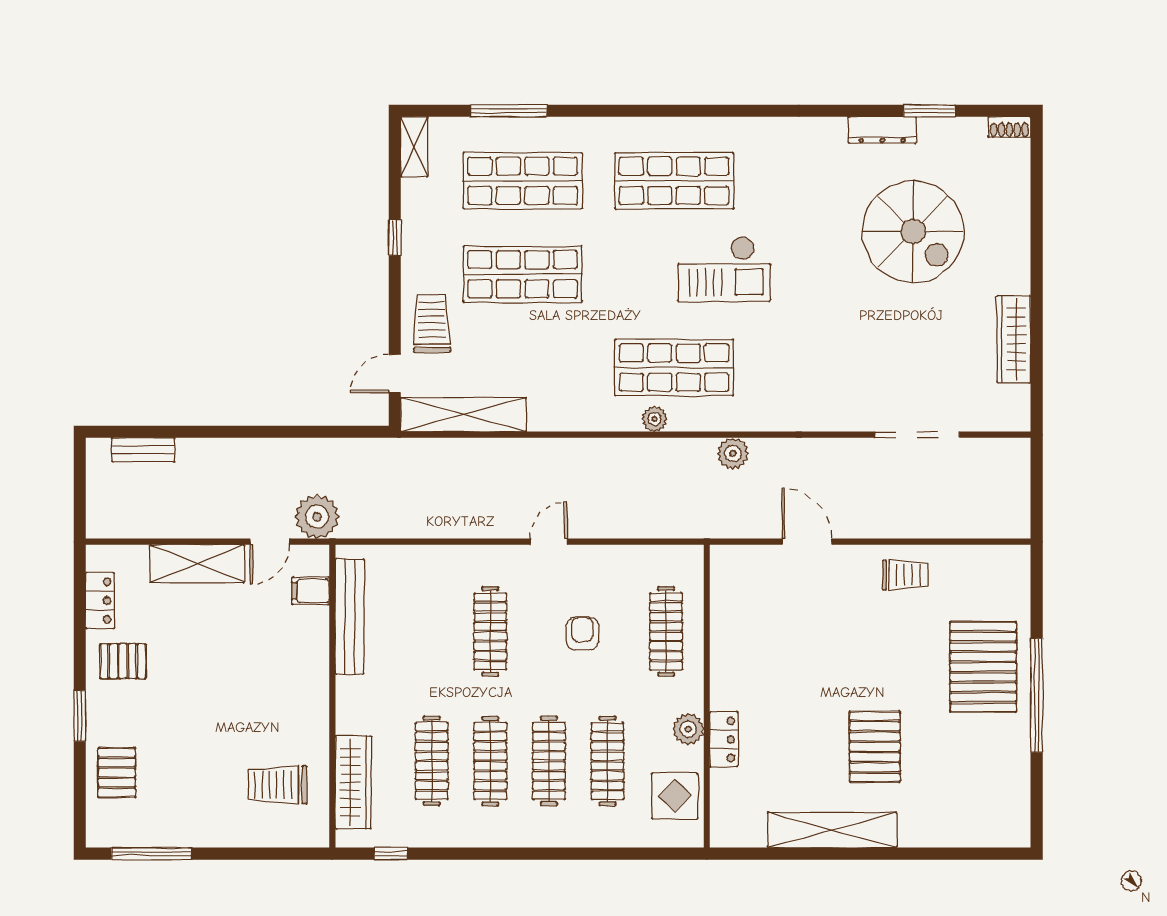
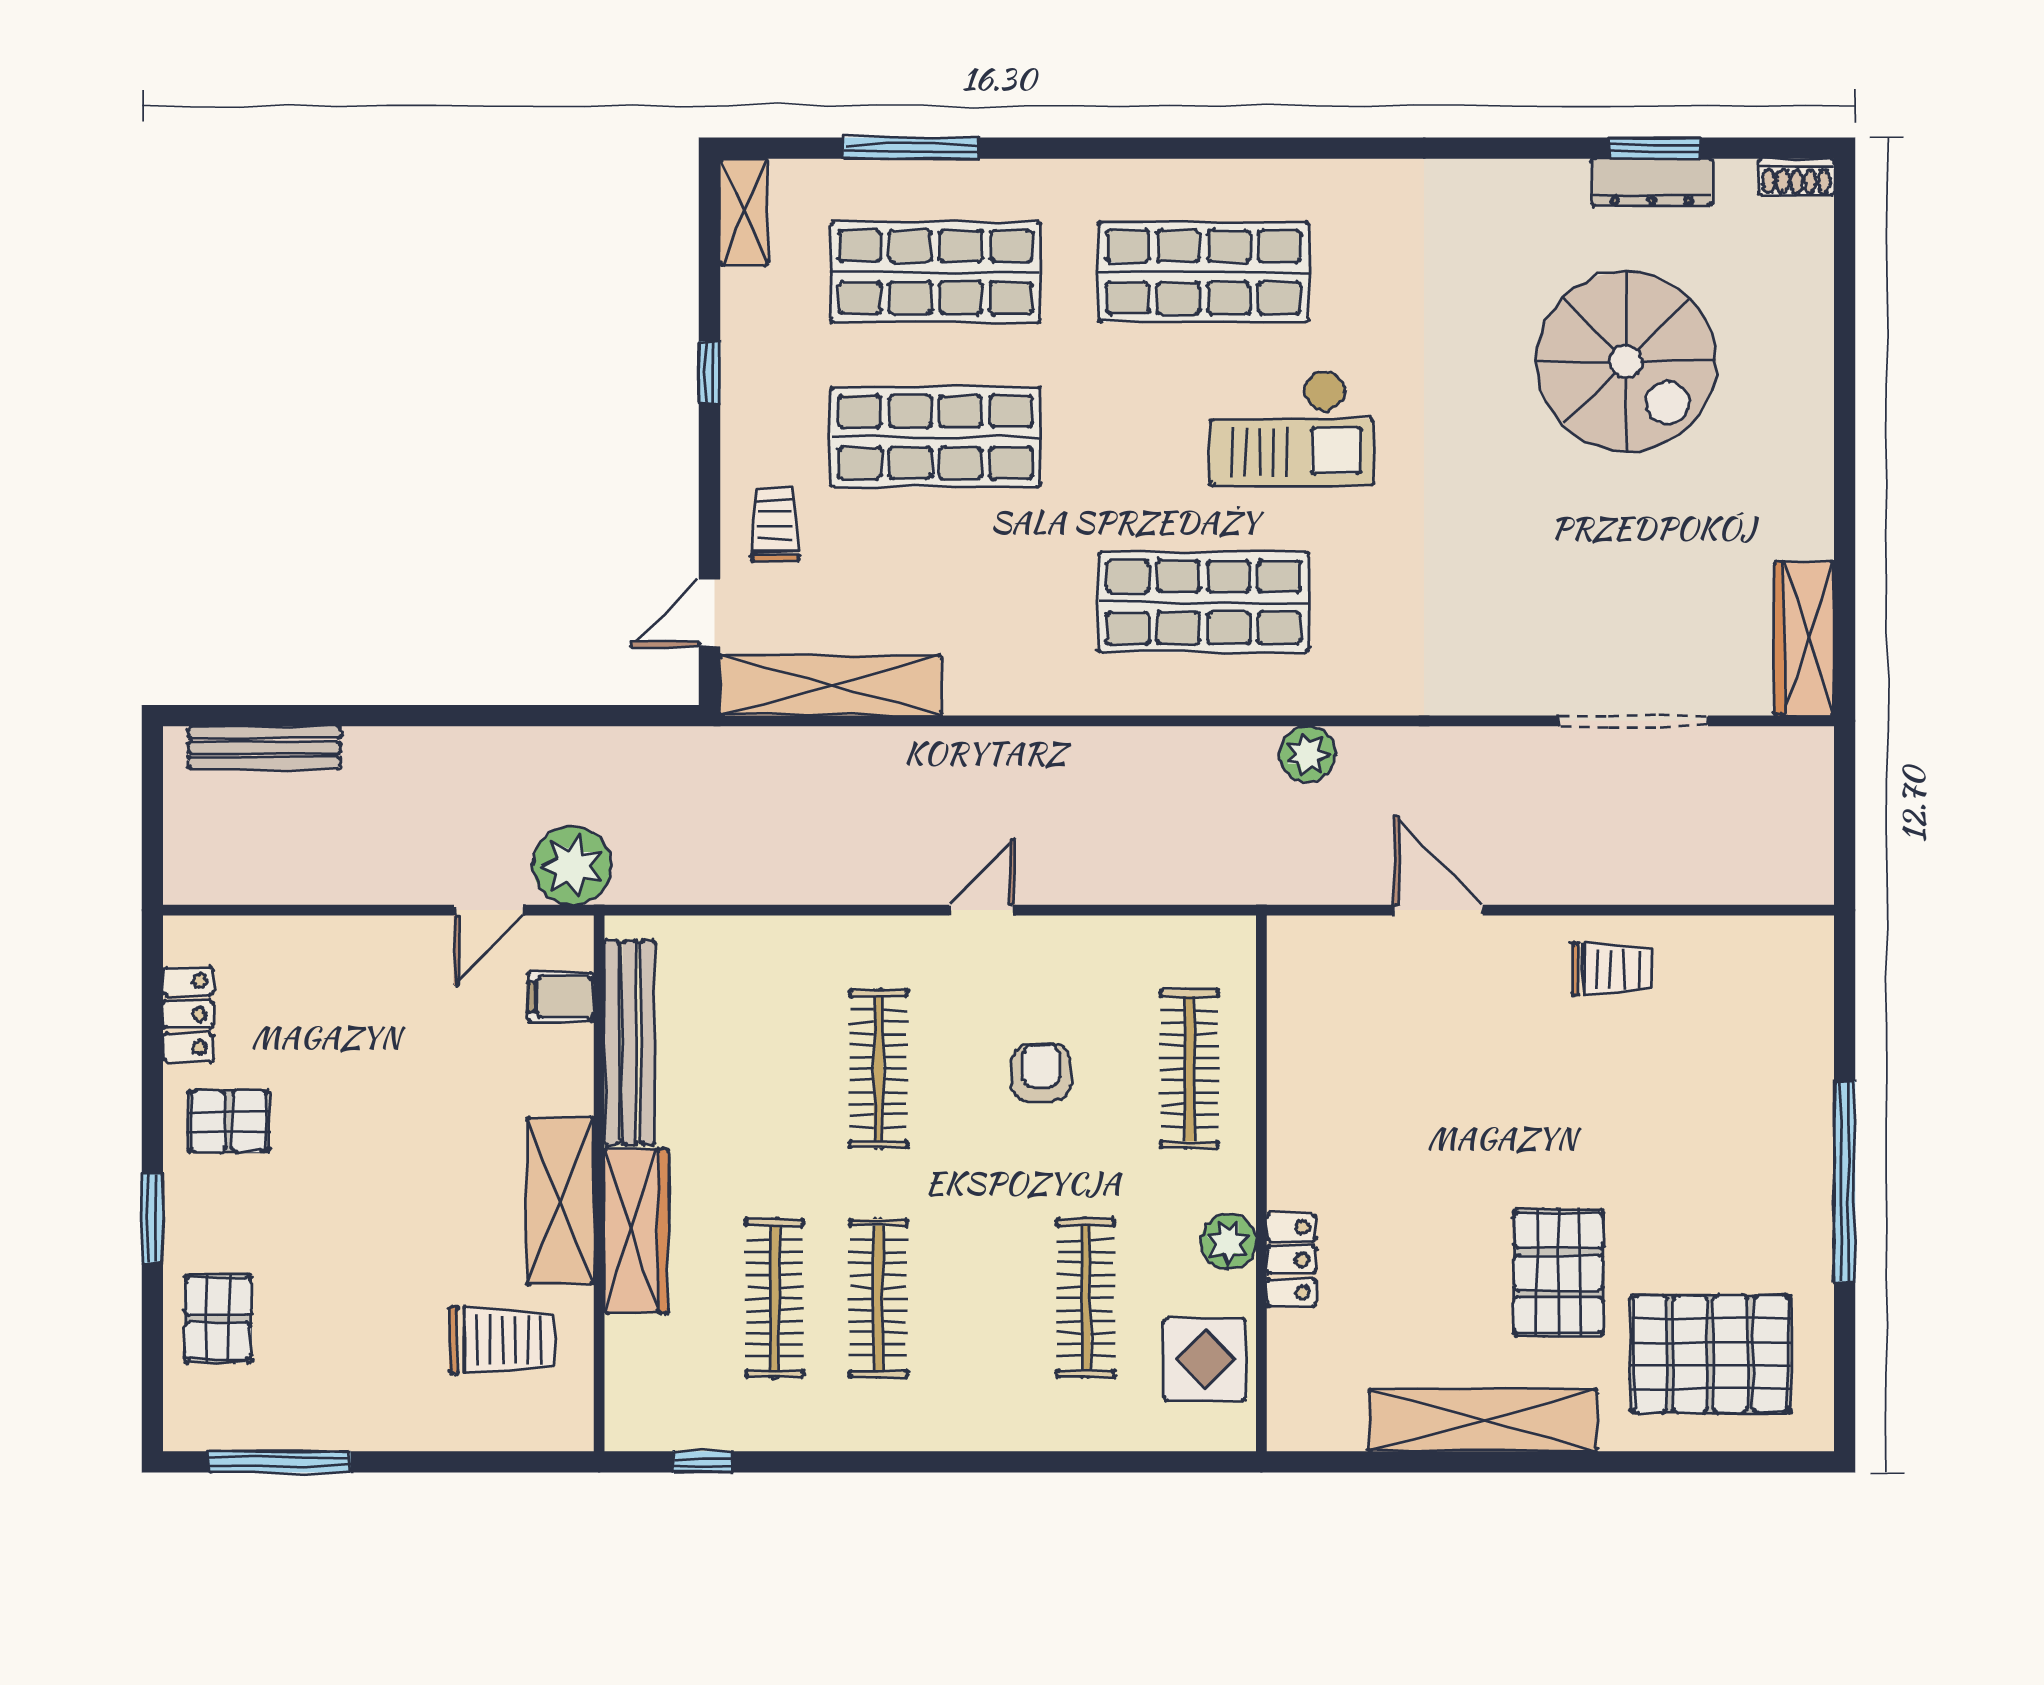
dresser: (882, 130) -> (1652, 182), moved
trolley: (432, 324) -> (775, 524), width x0.73, depth x0.72
wardrobe: (1014, 339) -> (1804, 639), moved
plant: (654, 419) -> (1169, 693), removed
bench: (143, 450) -> (264, 747), width x1.36
shelving: (197, 564) -> (560, 1201), moved, turned 90
pallet: (983, 667) -> (1710, 1354), moved, turned 90
clothes rail: (549, 761) -> (982, 1298), removed
wardrobe: (353, 782) -> (636, 1231), moved
trolley: (277, 785) -> (502, 1340), turned 180

